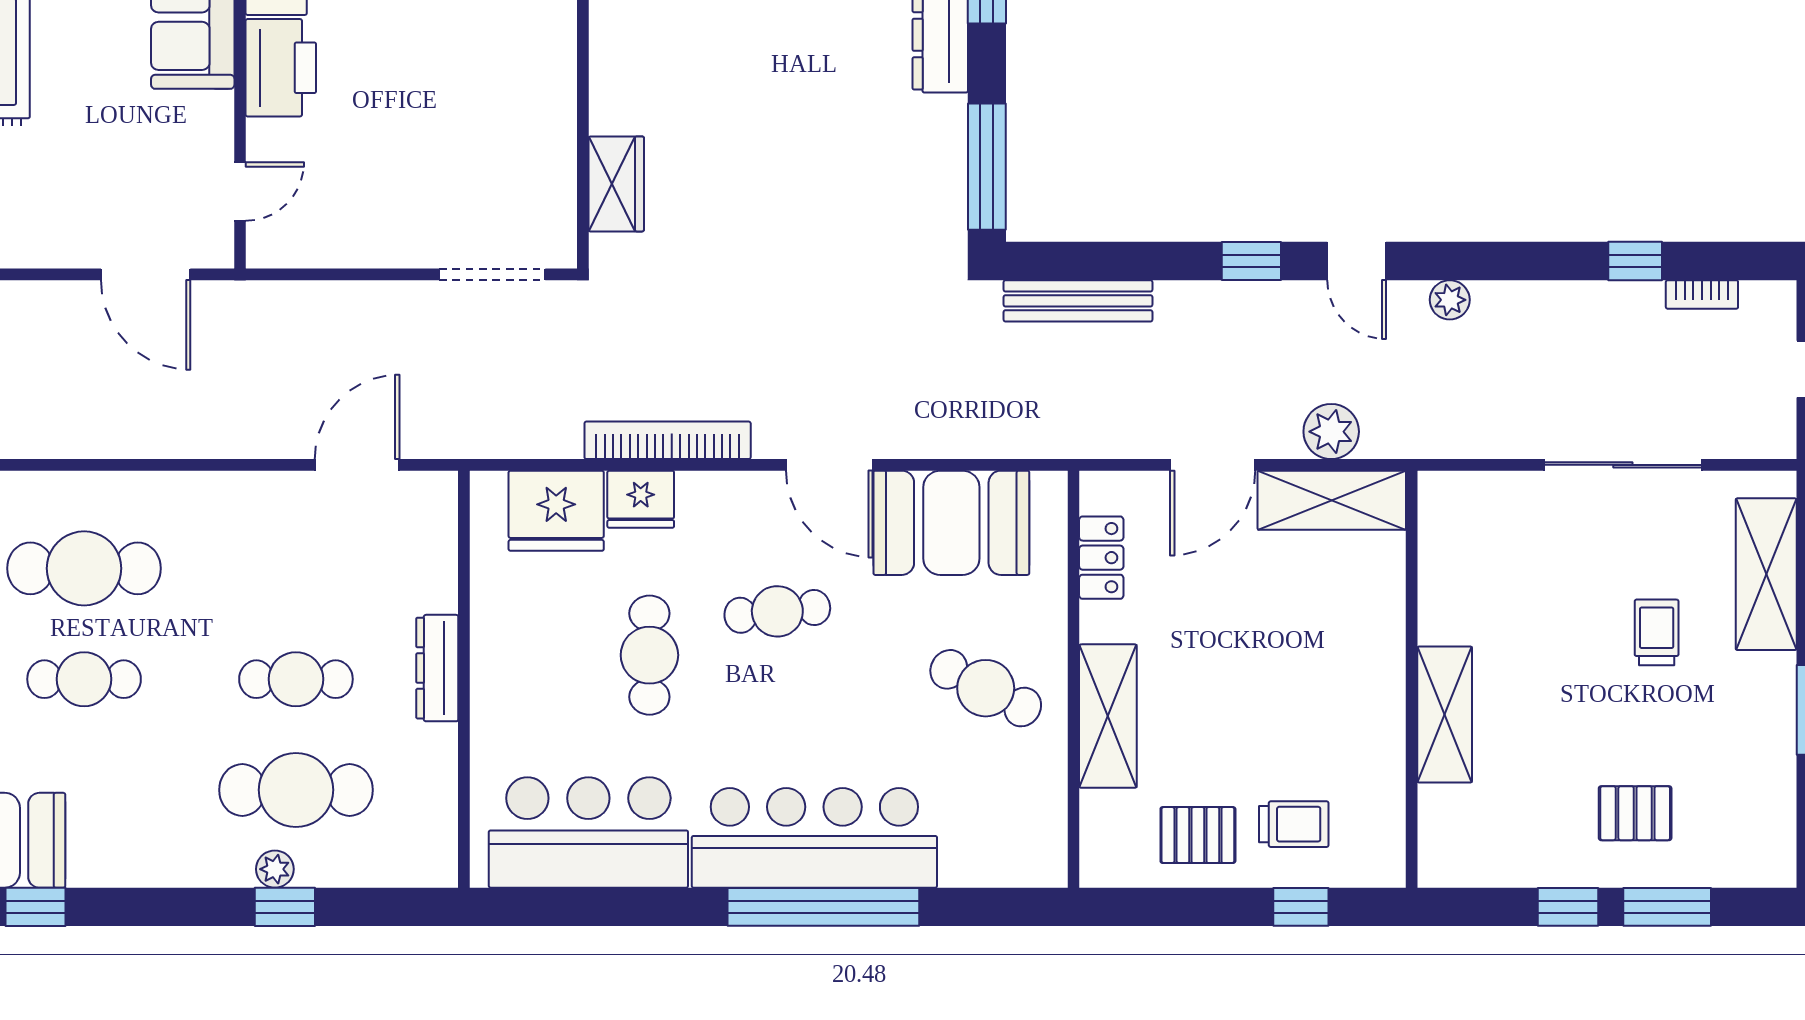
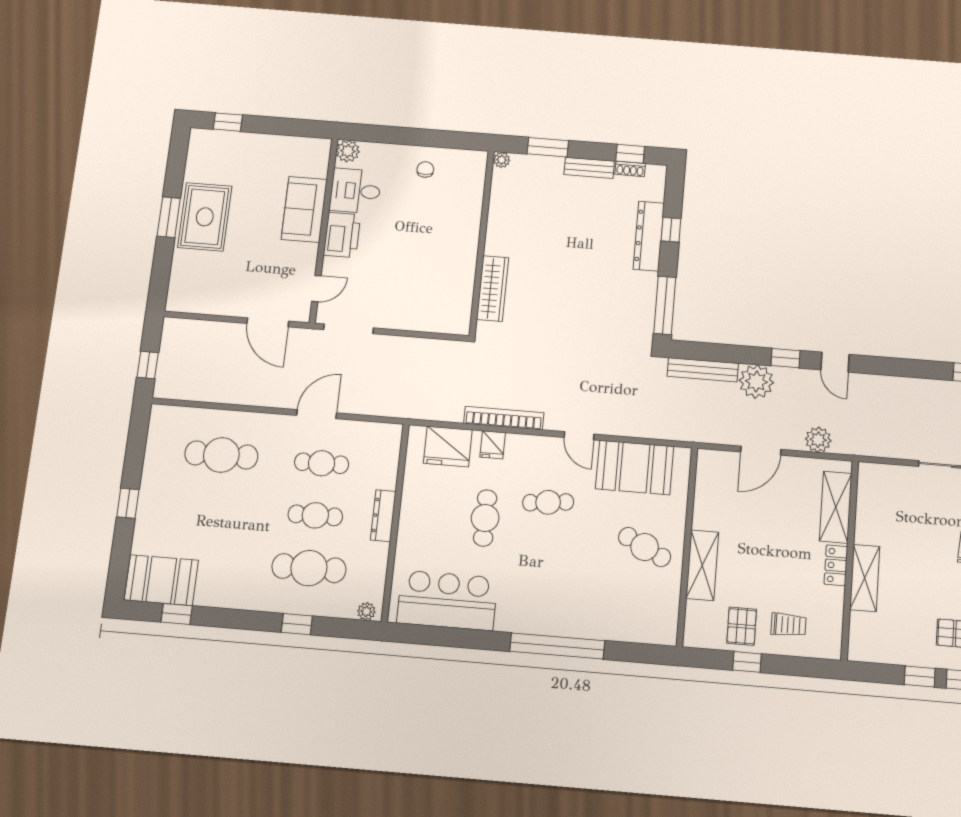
wardrobe: (616, 184) -> (493, 289), width x1.50
doorway: (492, 274) -> (348, 329), moved
plant: (1450, 300) -> (756, 382), moved, width x1.88, depth x1.88
door: (357, 465) -> (317, 414), moved
door: (829, 465) -> (579, 436), width x0.73
fridge: (641, 499) -> (493, 445), width x0.72
shelving: (1332, 500) -> (836, 507), moved, turned 90
locker: (1101, 558) -> (836, 565), moved, turned 180
cafe table: (84, 679) -> (322, 463), moved
pallet: (1198, 835) -> (742, 626), turned 90
bar counter: (814, 838) -> (556, 612), removed
plant: (275, 869) -> (366, 611), moved
window: (1301, 907) -> (747, 662), moved

